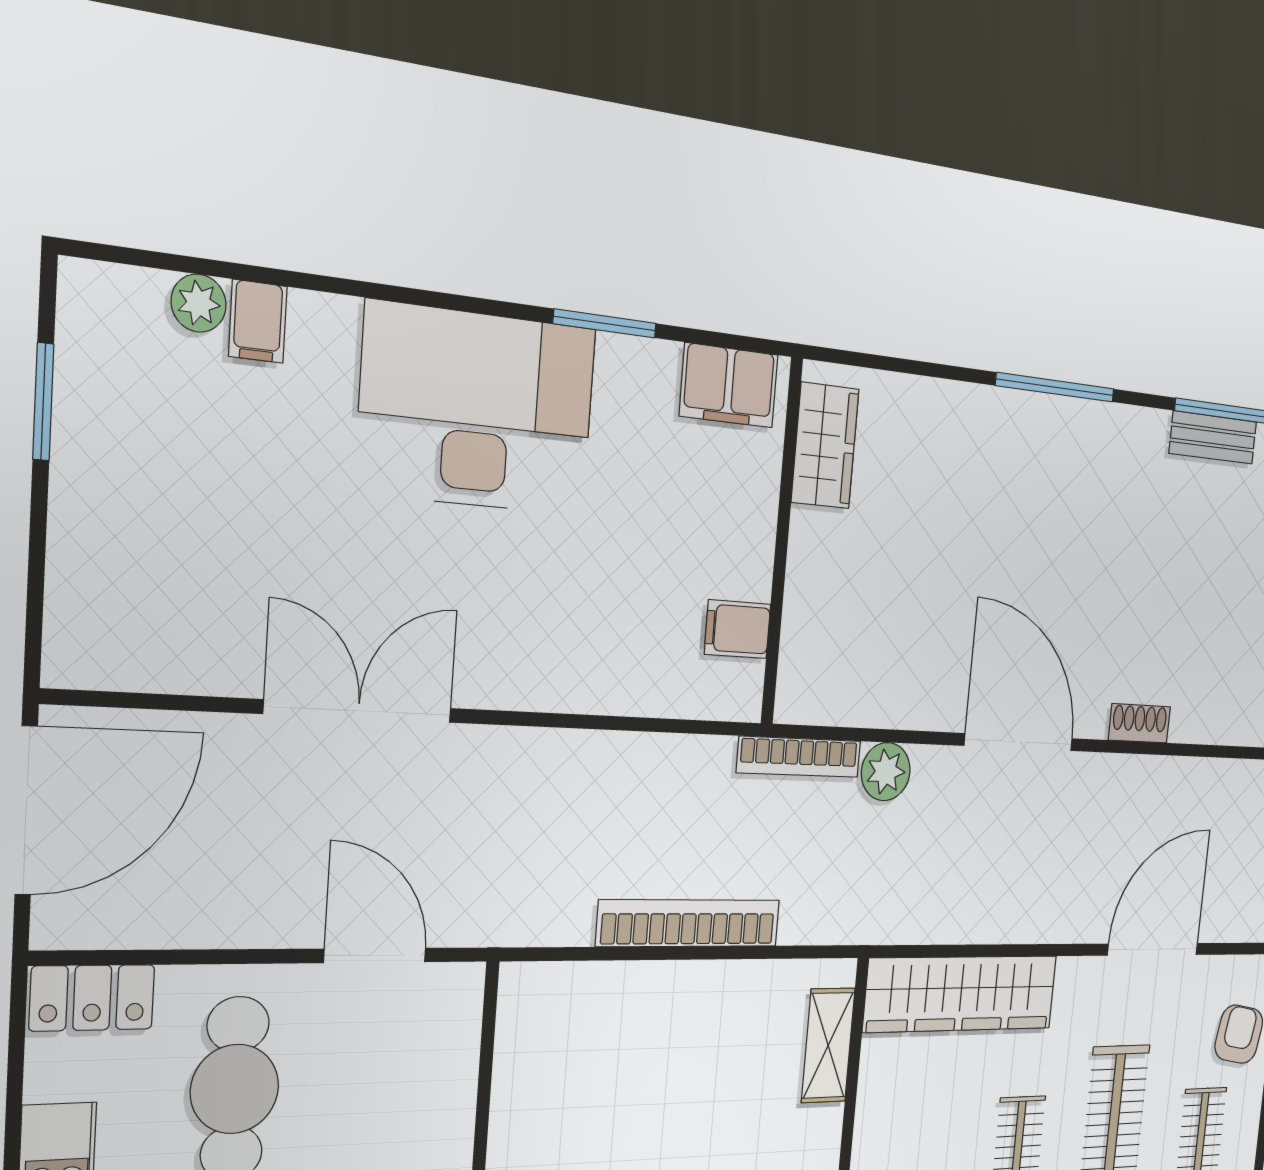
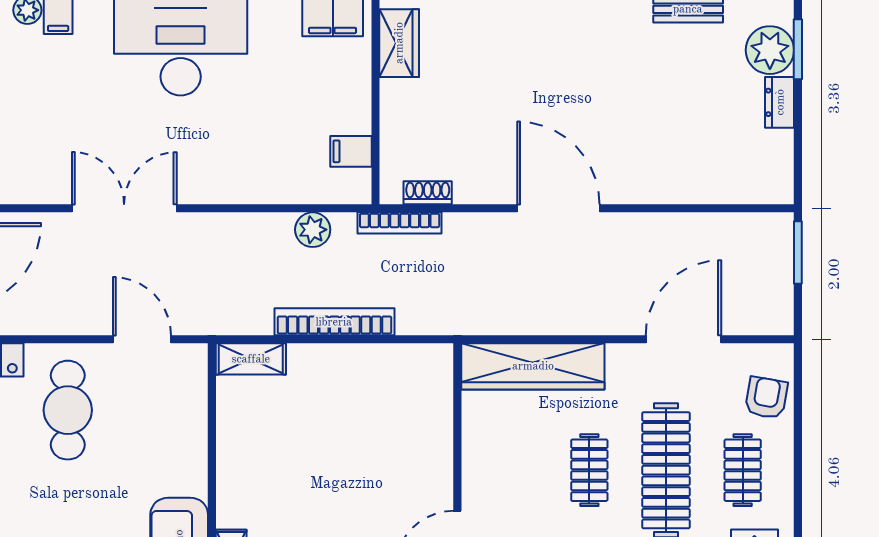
shoe rack: (1139, 723) -> (428, 193), moved
plant: (886, 772) -> (313, 230), moved
shelving: (828, 1045) -> (251, 359), moved, turned 90

